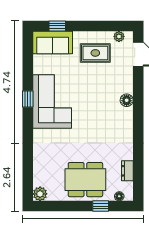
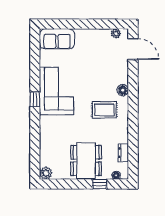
window: (57, 26) -> (61, 24), removed
rug: (95, 53) -> (104, 110), moved
window: (28, 99) -> (35, 99), moved
dining table: (85, 180) -> (86, 161), turned 90

